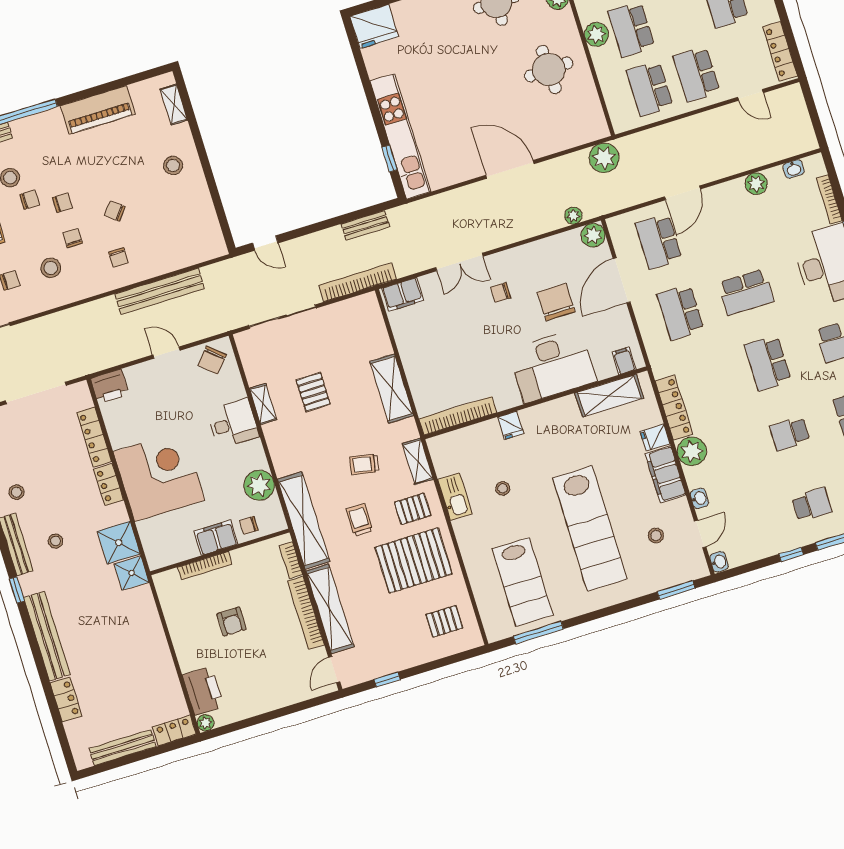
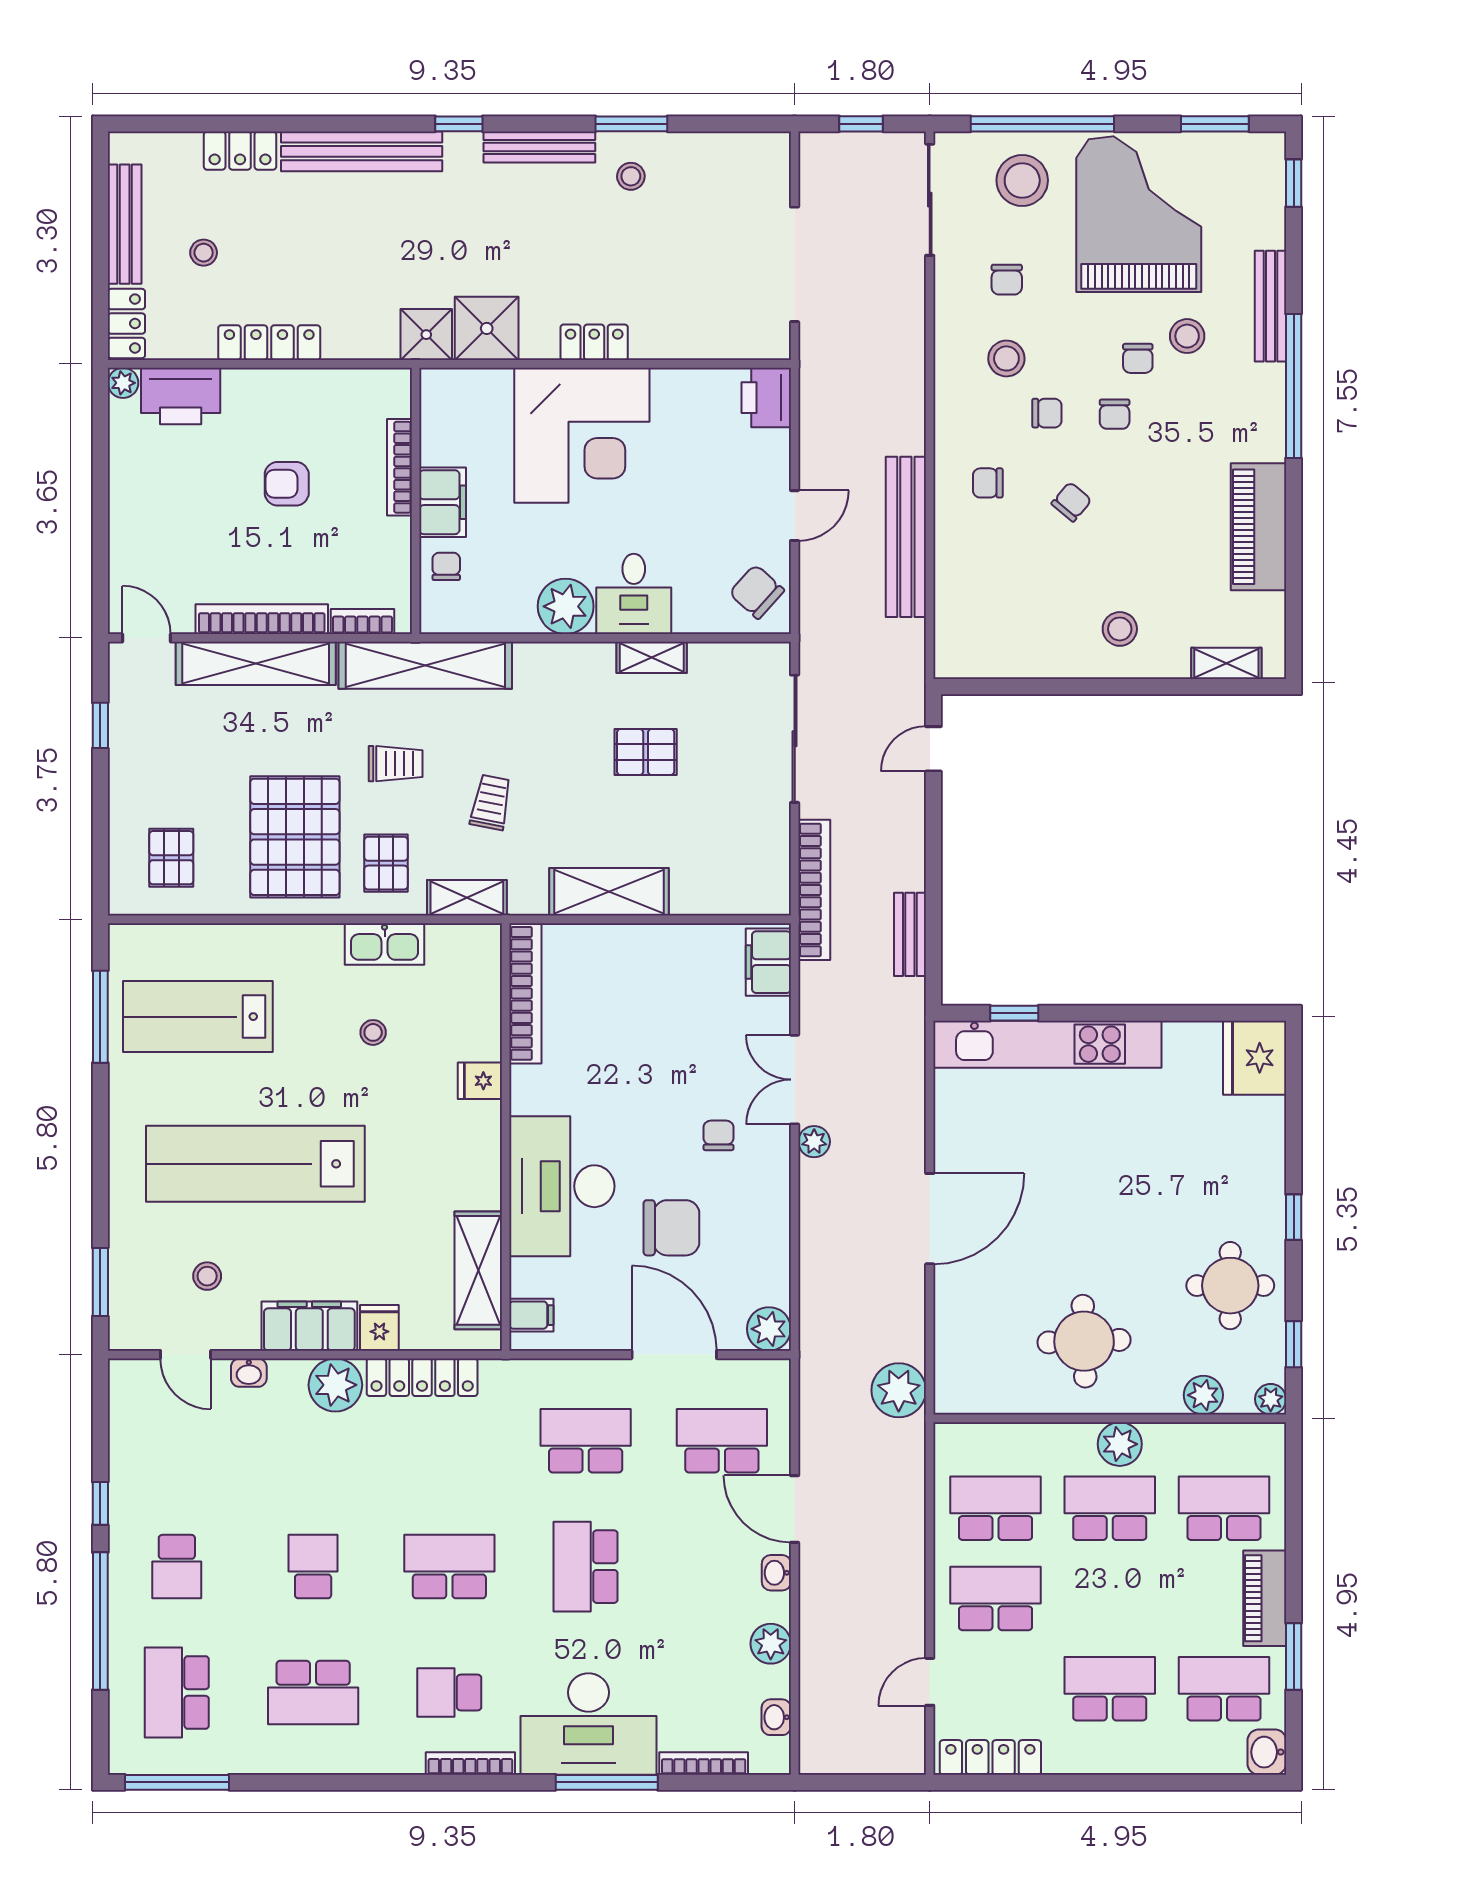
plant: (573, 216) -> (814, 1142), moved
locker: (94, 437) -> (269, 343), moved
plant: (259, 485) -> (566, 606), moved
stool: (56, 541) -> (204, 253), moved
washbasin: (719, 562) -> (776, 1573), moved, turned 90

